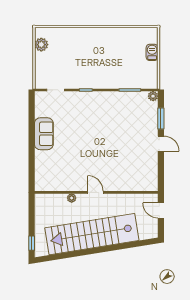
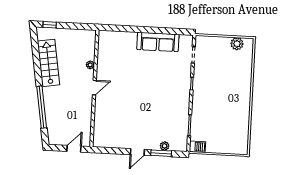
barbecue: (152, 52) -> (197, 147), moved
plant: (153, 96) -> (165, 146), moved
sofa: (44, 134) -> (158, 42), width x1.36
stairs: (92, 234) -> (49, 63), width x0.54, depth x0.66
window: (119, 247) -> (42, 107), added

